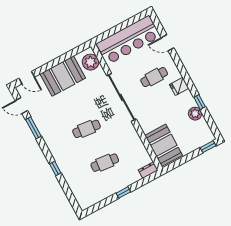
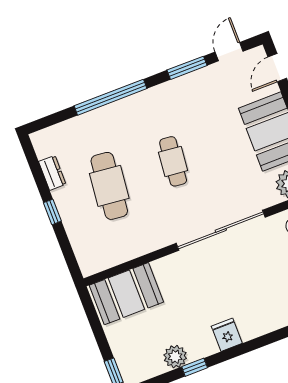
cafe table: (154, 77) -> (249, 293), removed
cafe table: (105, 163) -> (109, 186), width x1.37, depth x1.35
window: (55, 168) -> (110, 97), width x3.17
dresser: (148, 170) -> (52, 173), moved

